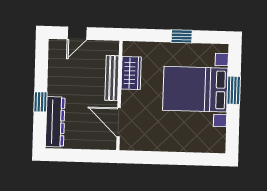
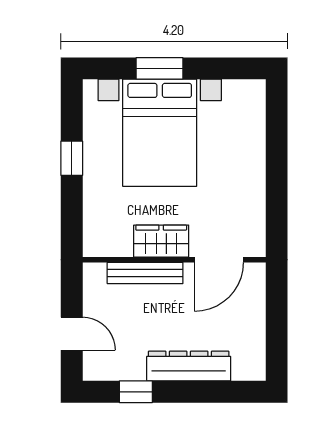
wardrobe: (131, 73) -> (161, 241), moved
window: (40, 102) -> (136, 392), moved
dresser: (55, 122) -> (189, 366), moved

